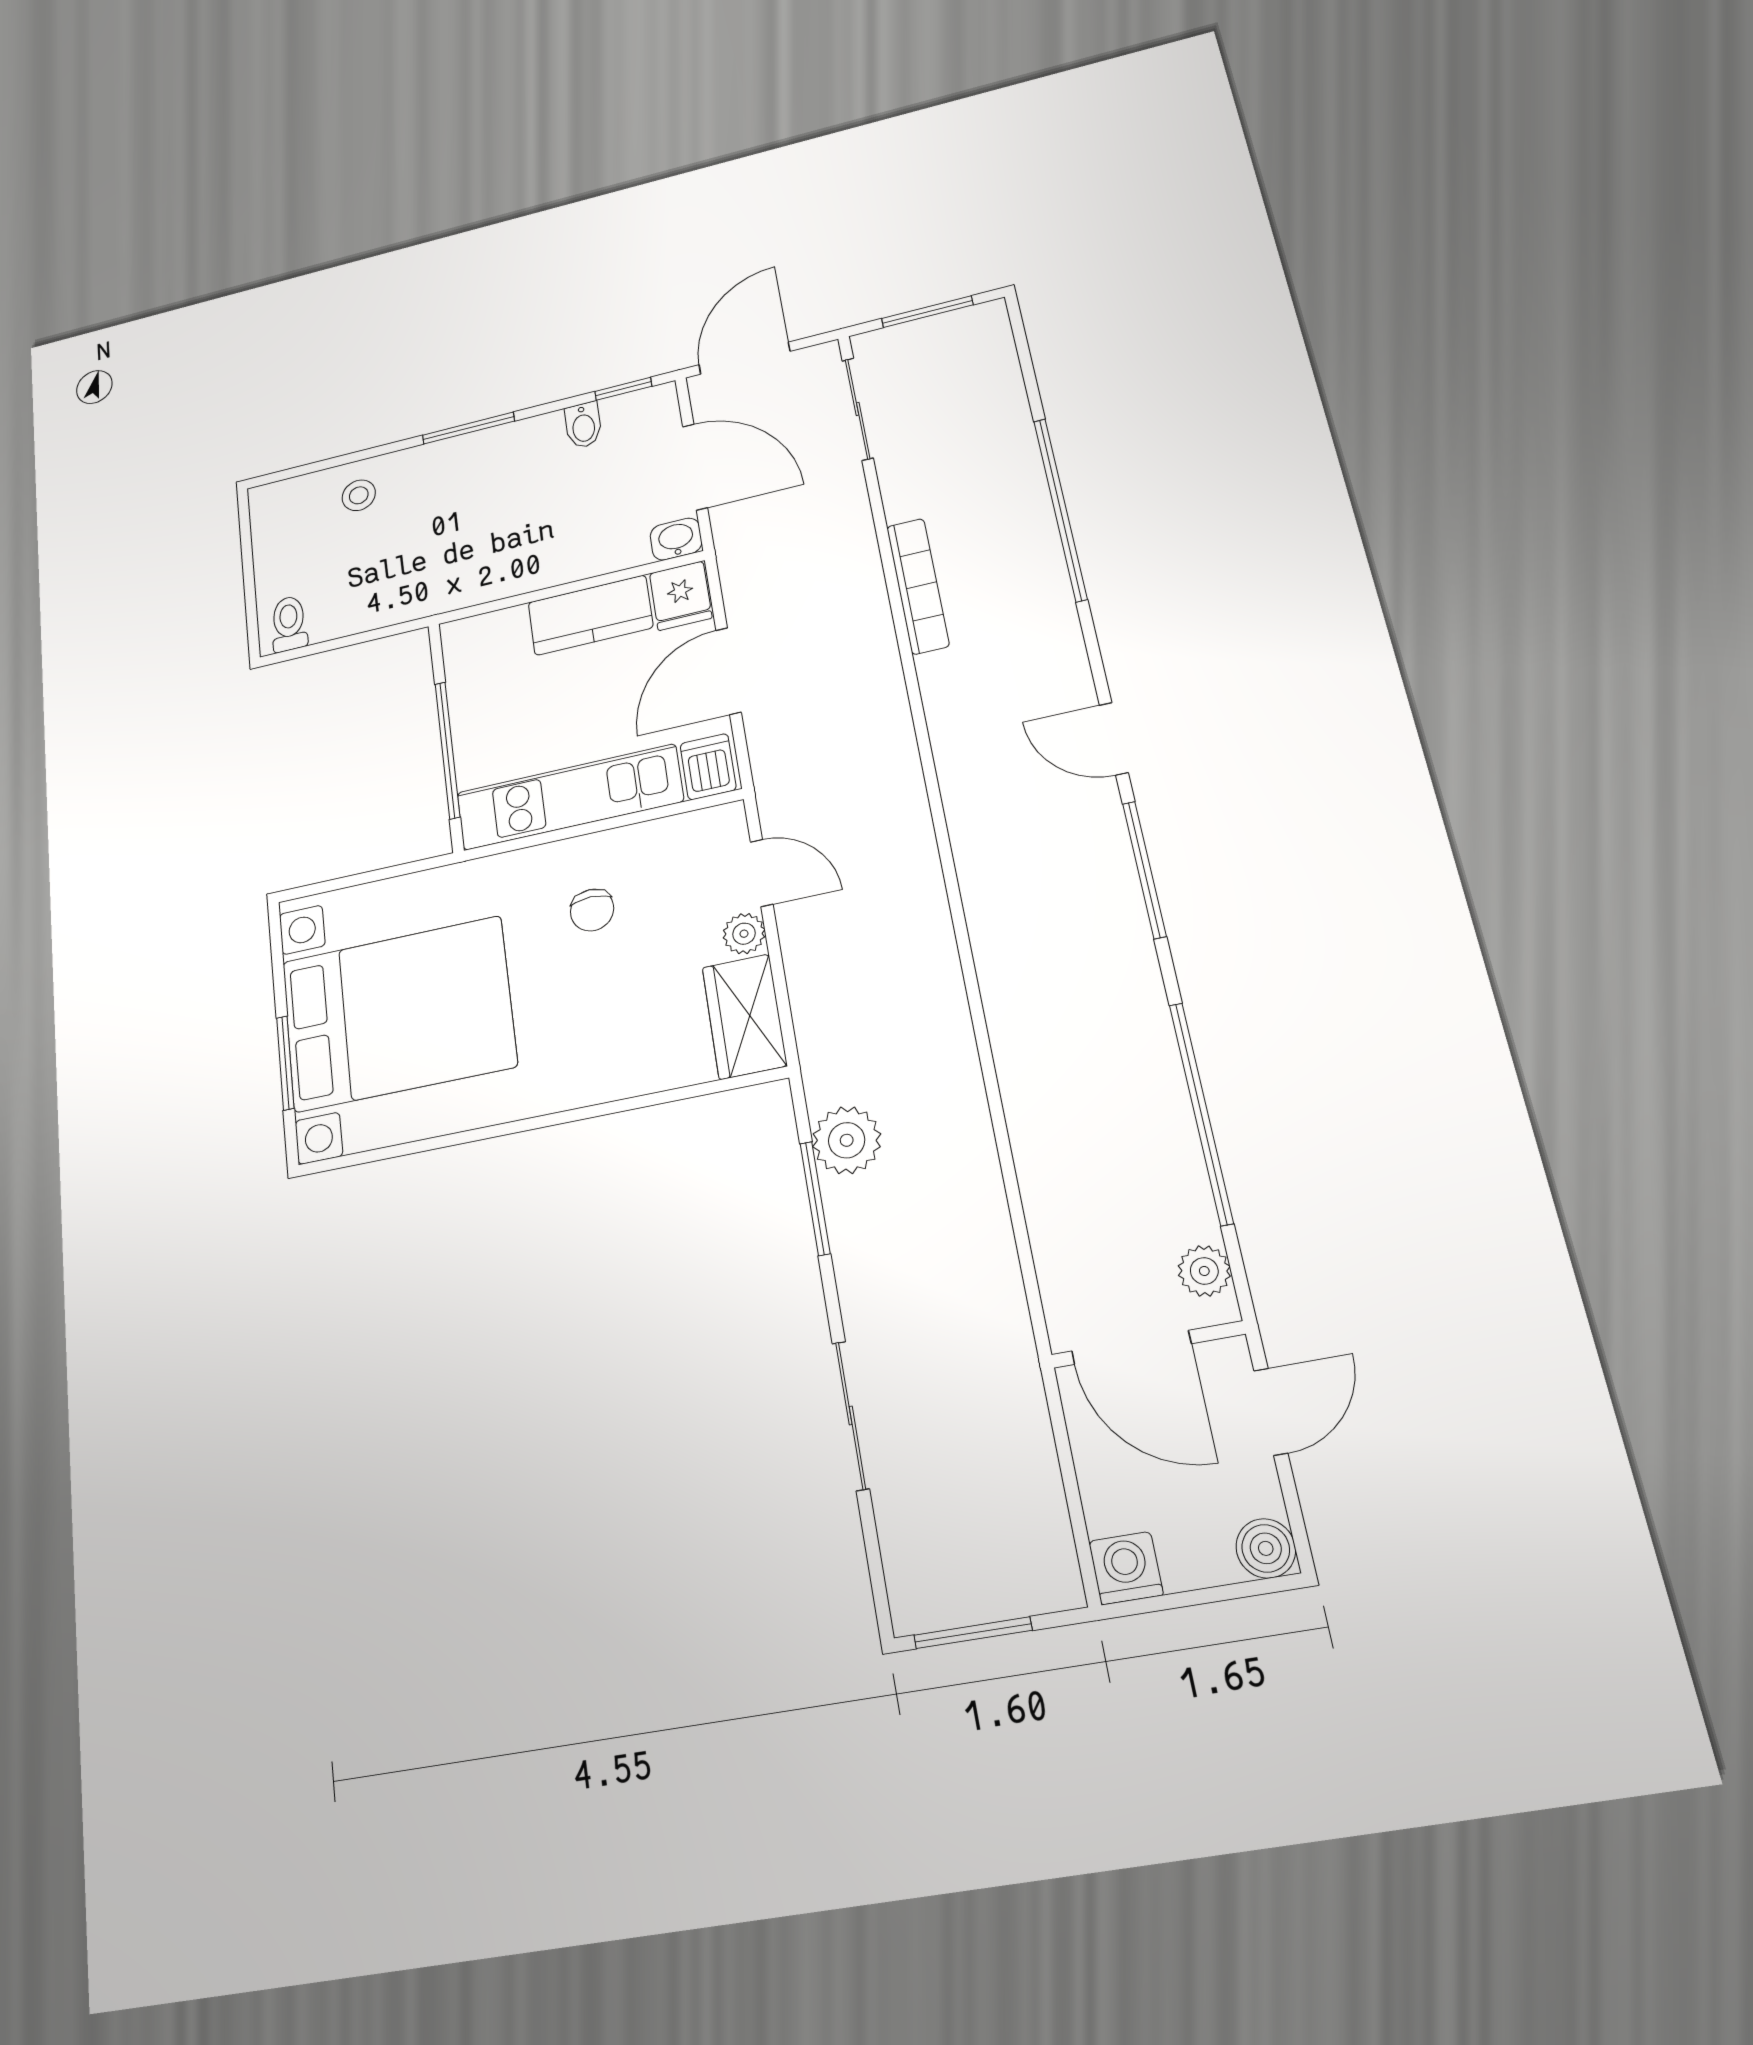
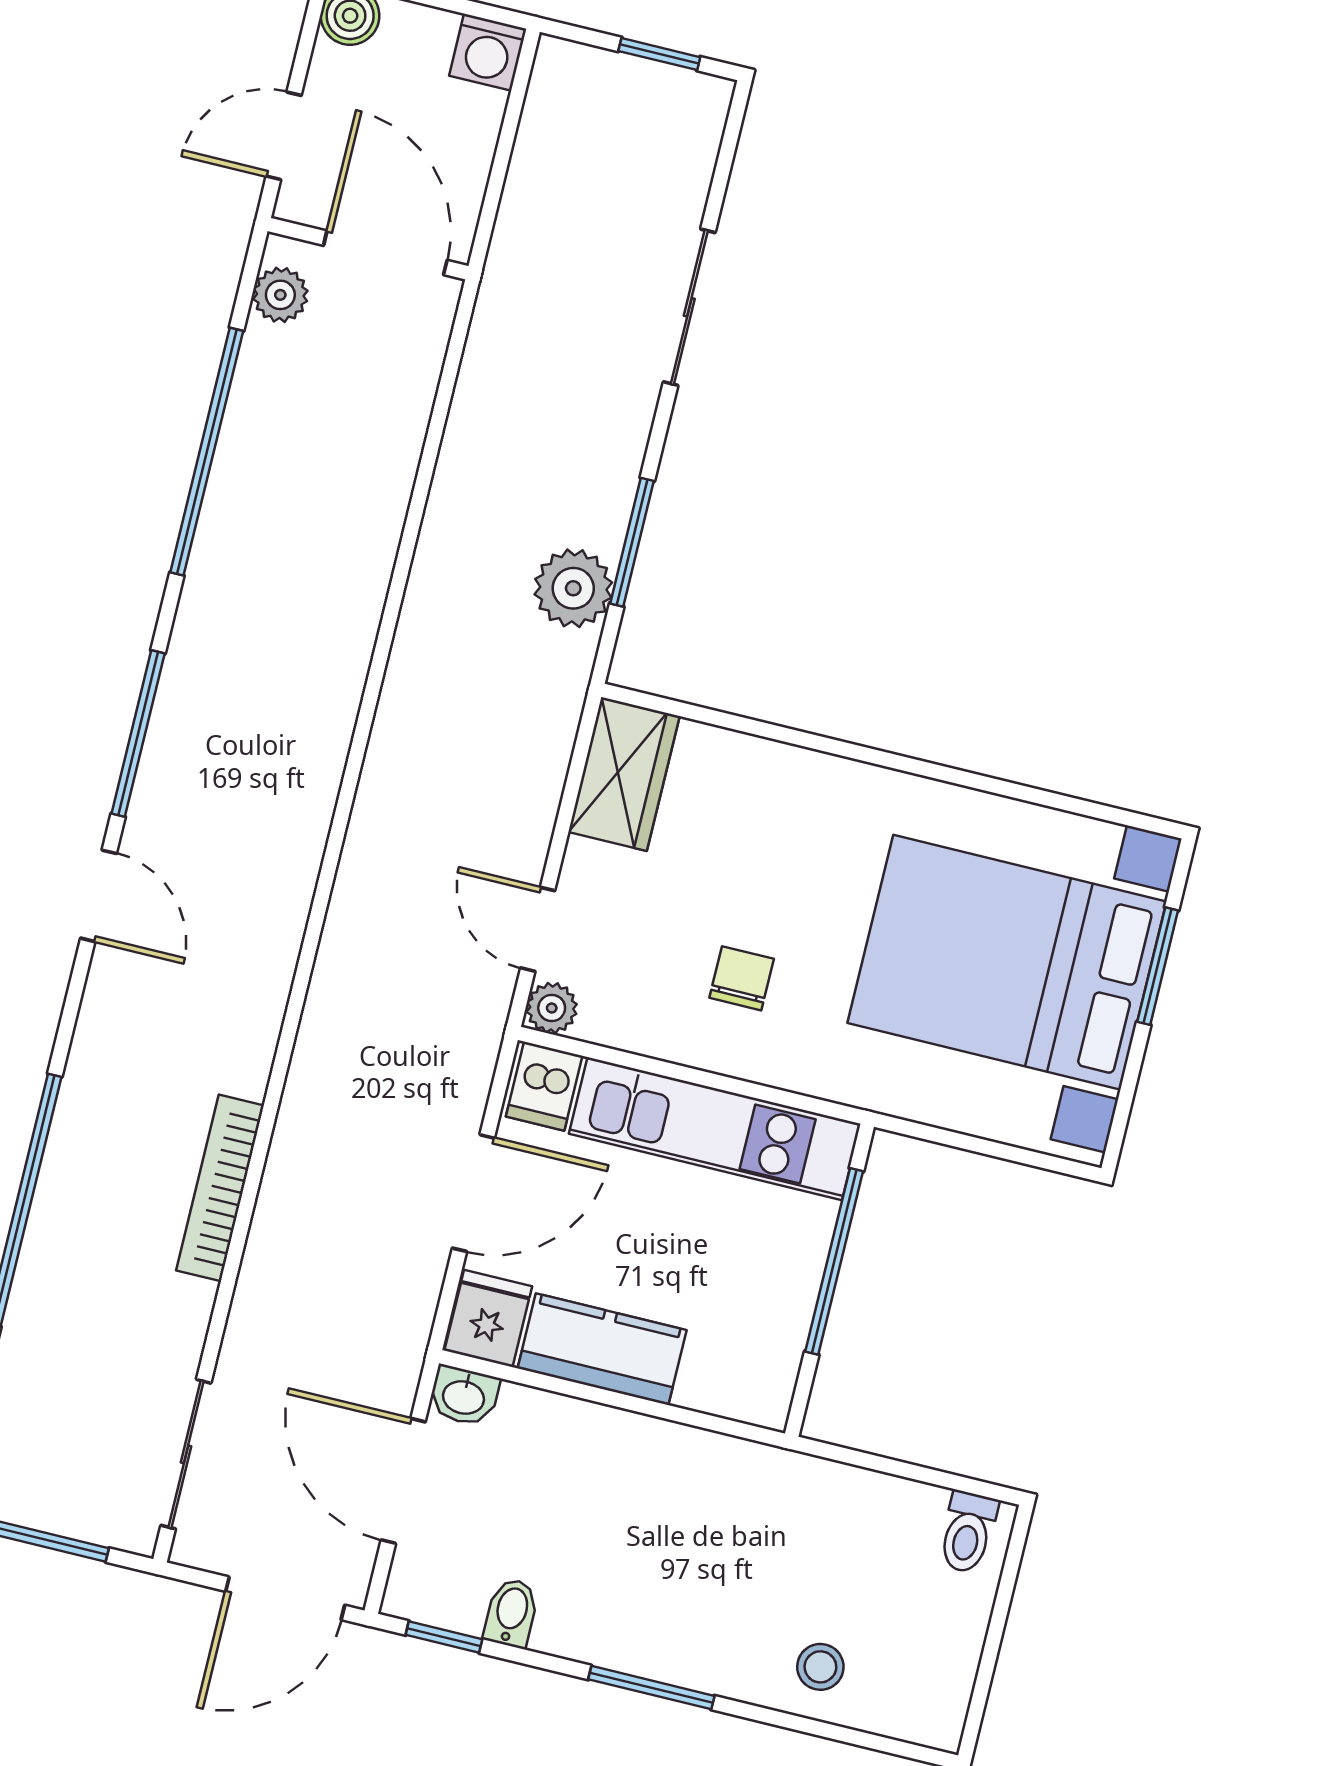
plant: (744, 934) -> (552, 1008), moved
window: (973, 1633) -> (659, 54), width x0.67

